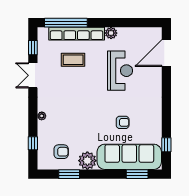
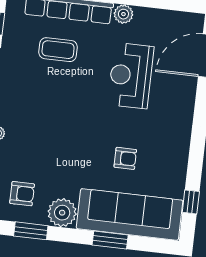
reception desk: (120, 71) -> (131, 76), turned 180
window: (137, 174) -> (110, 240), moved

